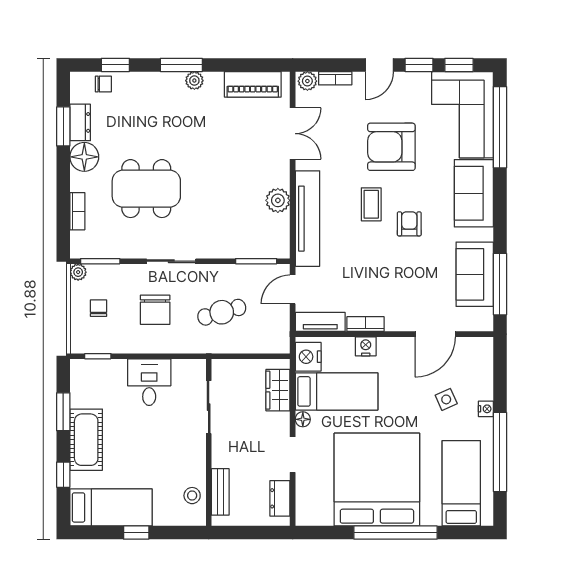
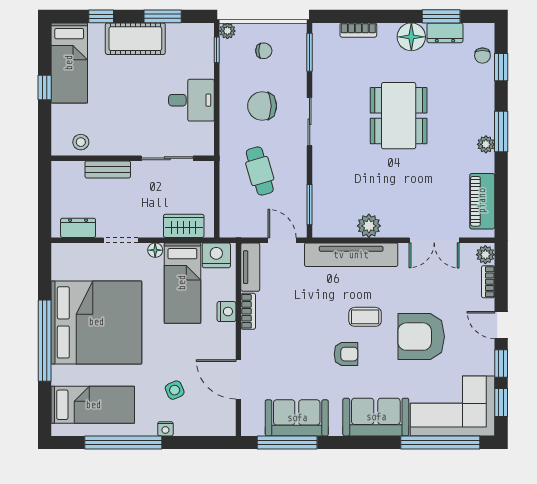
armchair: (391, 147) -> (421, 337), turned -90
dining table: (146, 189) -> (399, 116), moved
plant: (78, 272) -> (227, 31), moved
bench: (220, 492) -> (108, 169), moved

